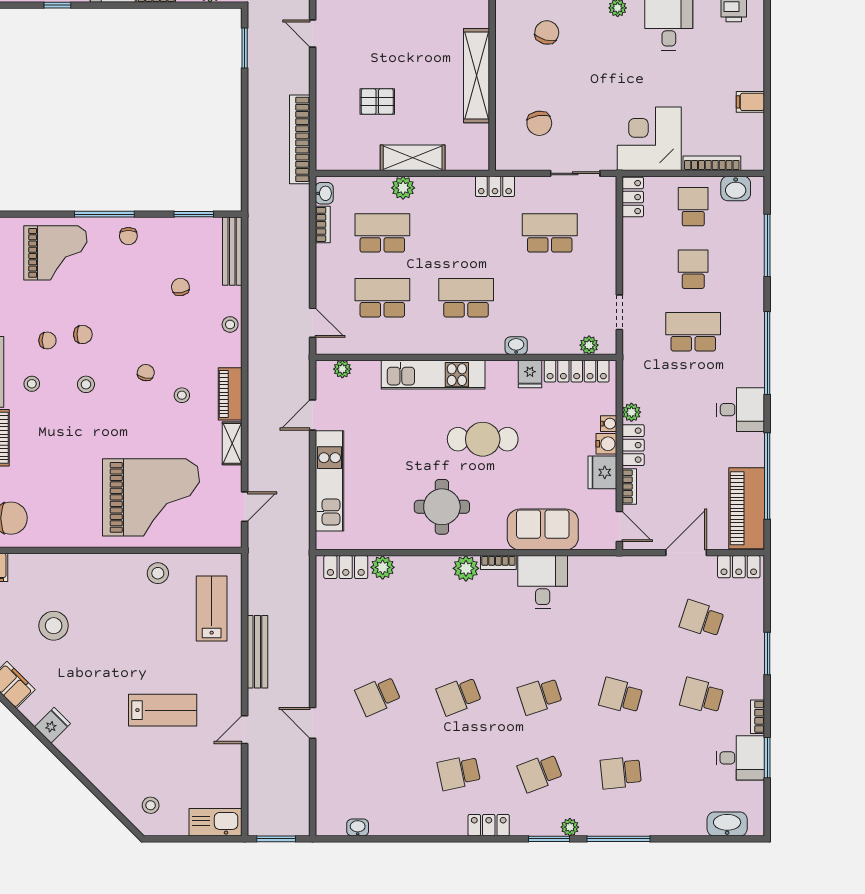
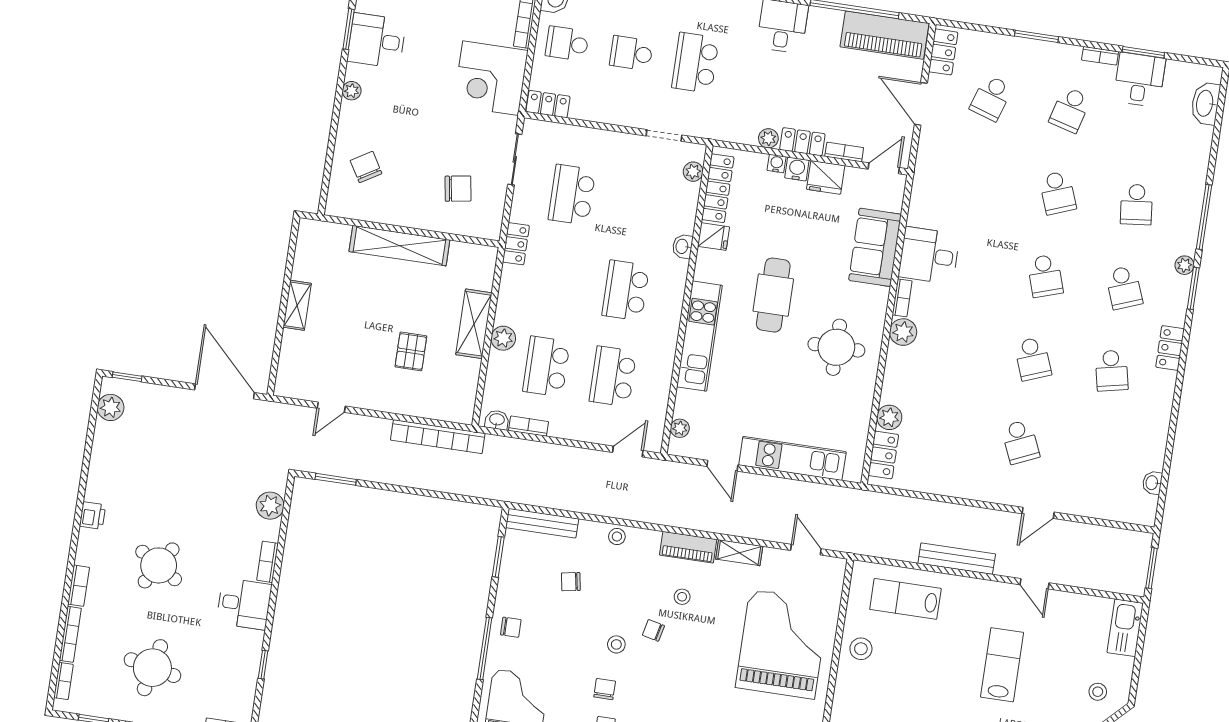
chair: (547, 32) -> (366, 167), turned 44
stool: (86, 384) -> (616, 644), moved
school desk: (621, 696) -> (1058, 193), turned -36

